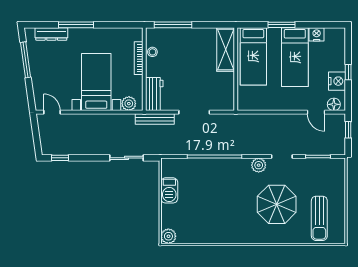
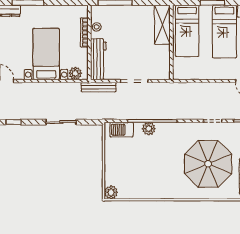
workbench: (154, 94) -> (98, 59), width x1.37
sliding door: (126, 158) -> (61, 122), moved
plant: (259, 165) -> (149, 129), moved
barbecue: (169, 190) -> (122, 130), moved, turned 90
parasol: (277, 204) -> (208, 164), width x1.36, depth x1.36

